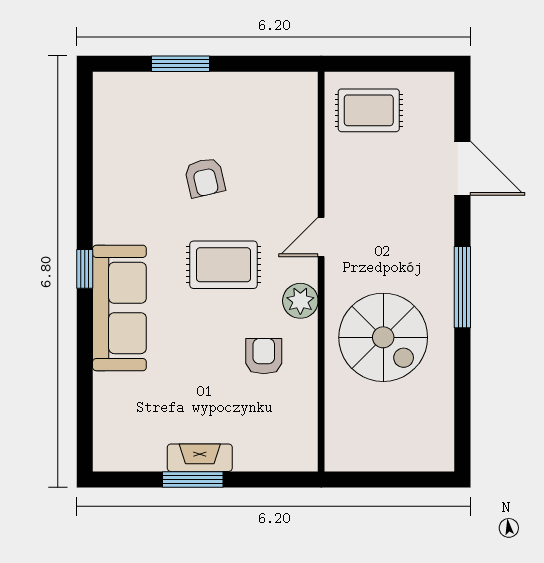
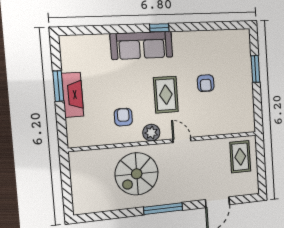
armchair: (205, 177) -> (206, 83), turned -77
armchair: (264, 356) -> (123, 117), turned -90
fireplace: (200, 458) -> (73, 95), width x1.37, depth x1.32

